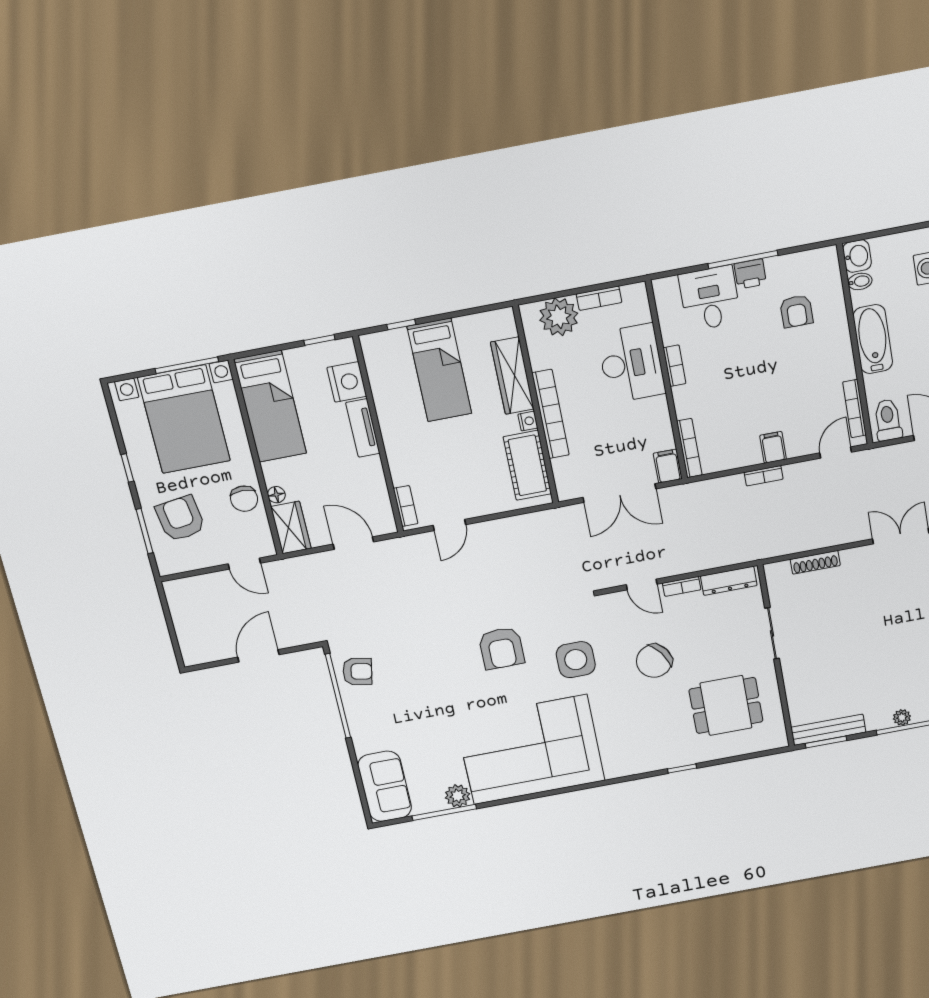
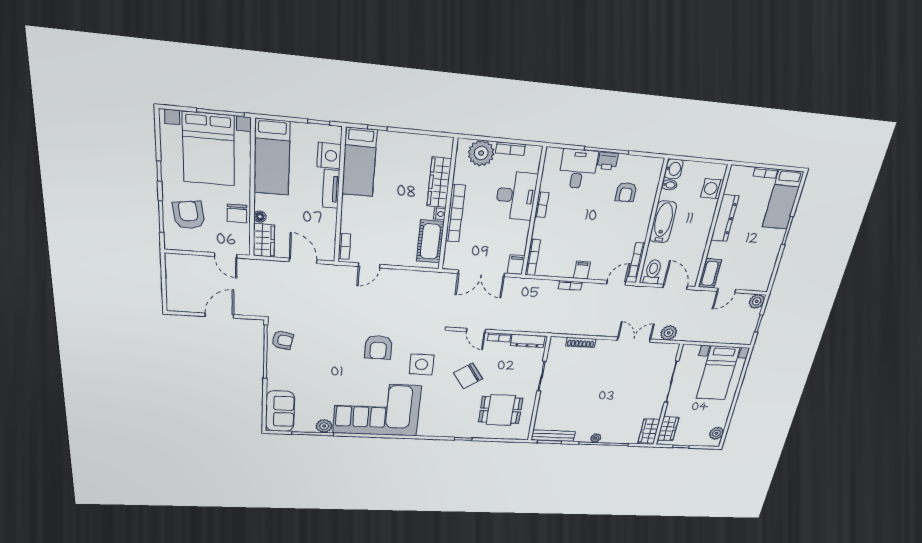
bed: (439, 370) -> (359, 162), moved

